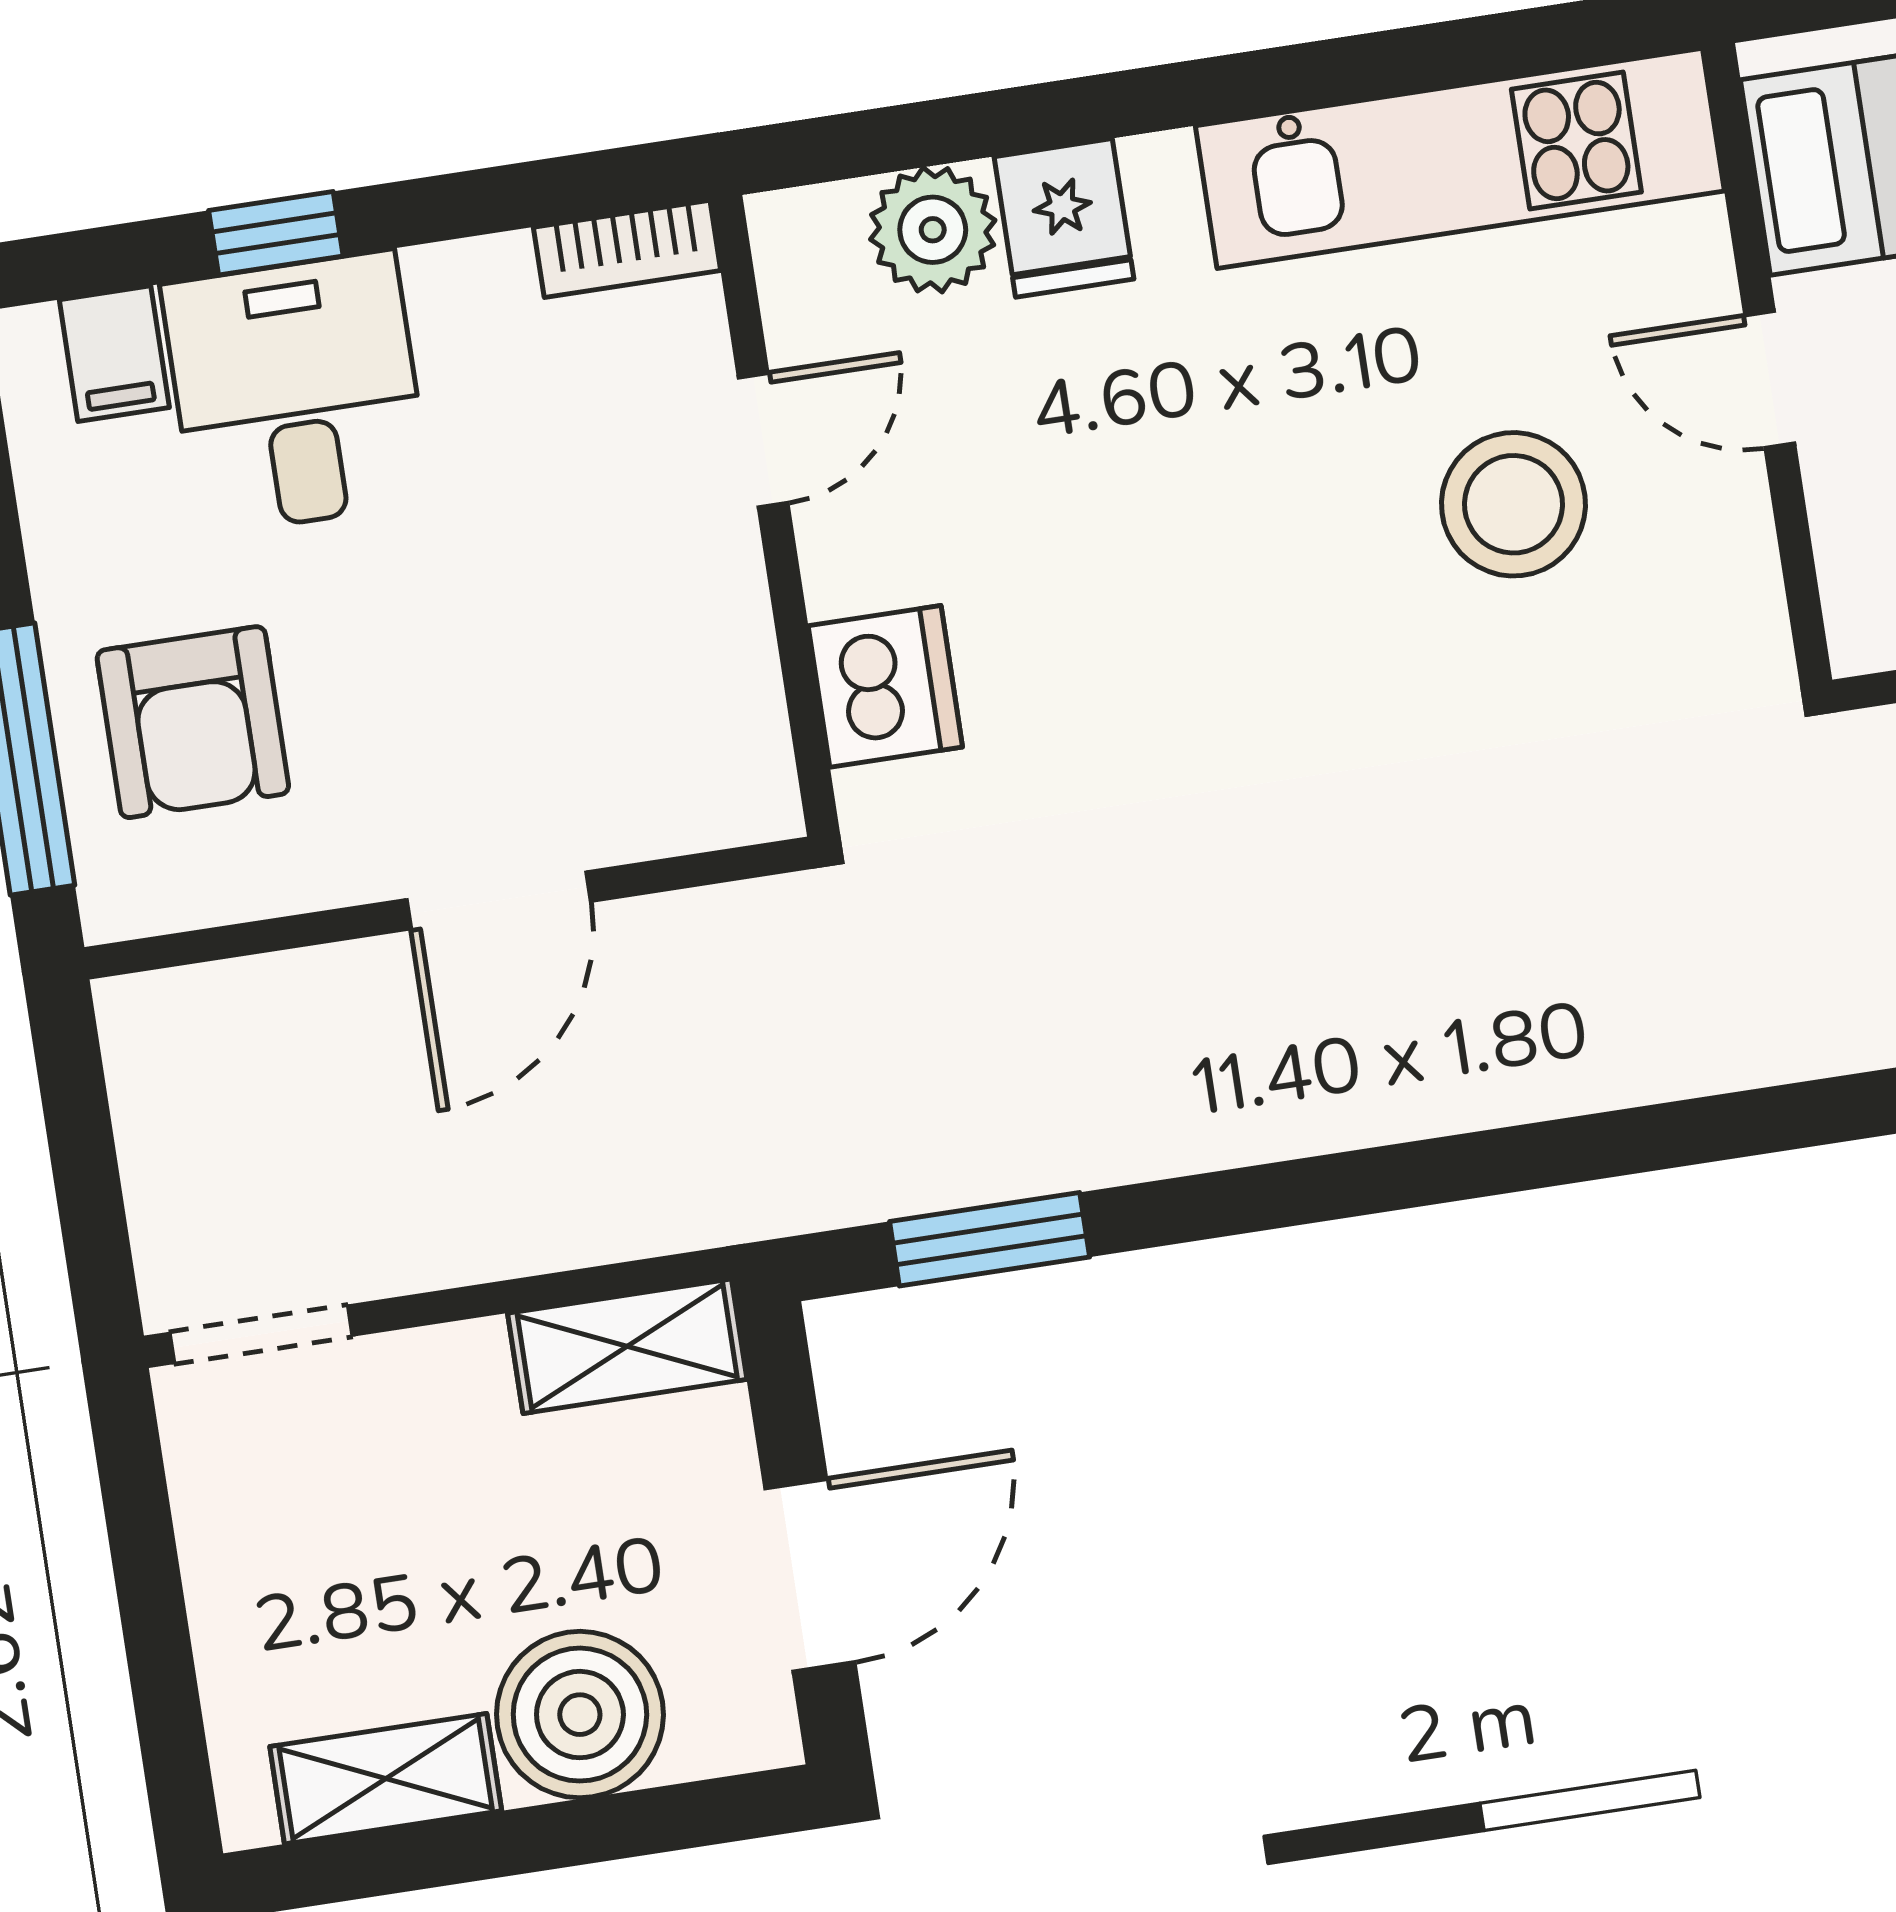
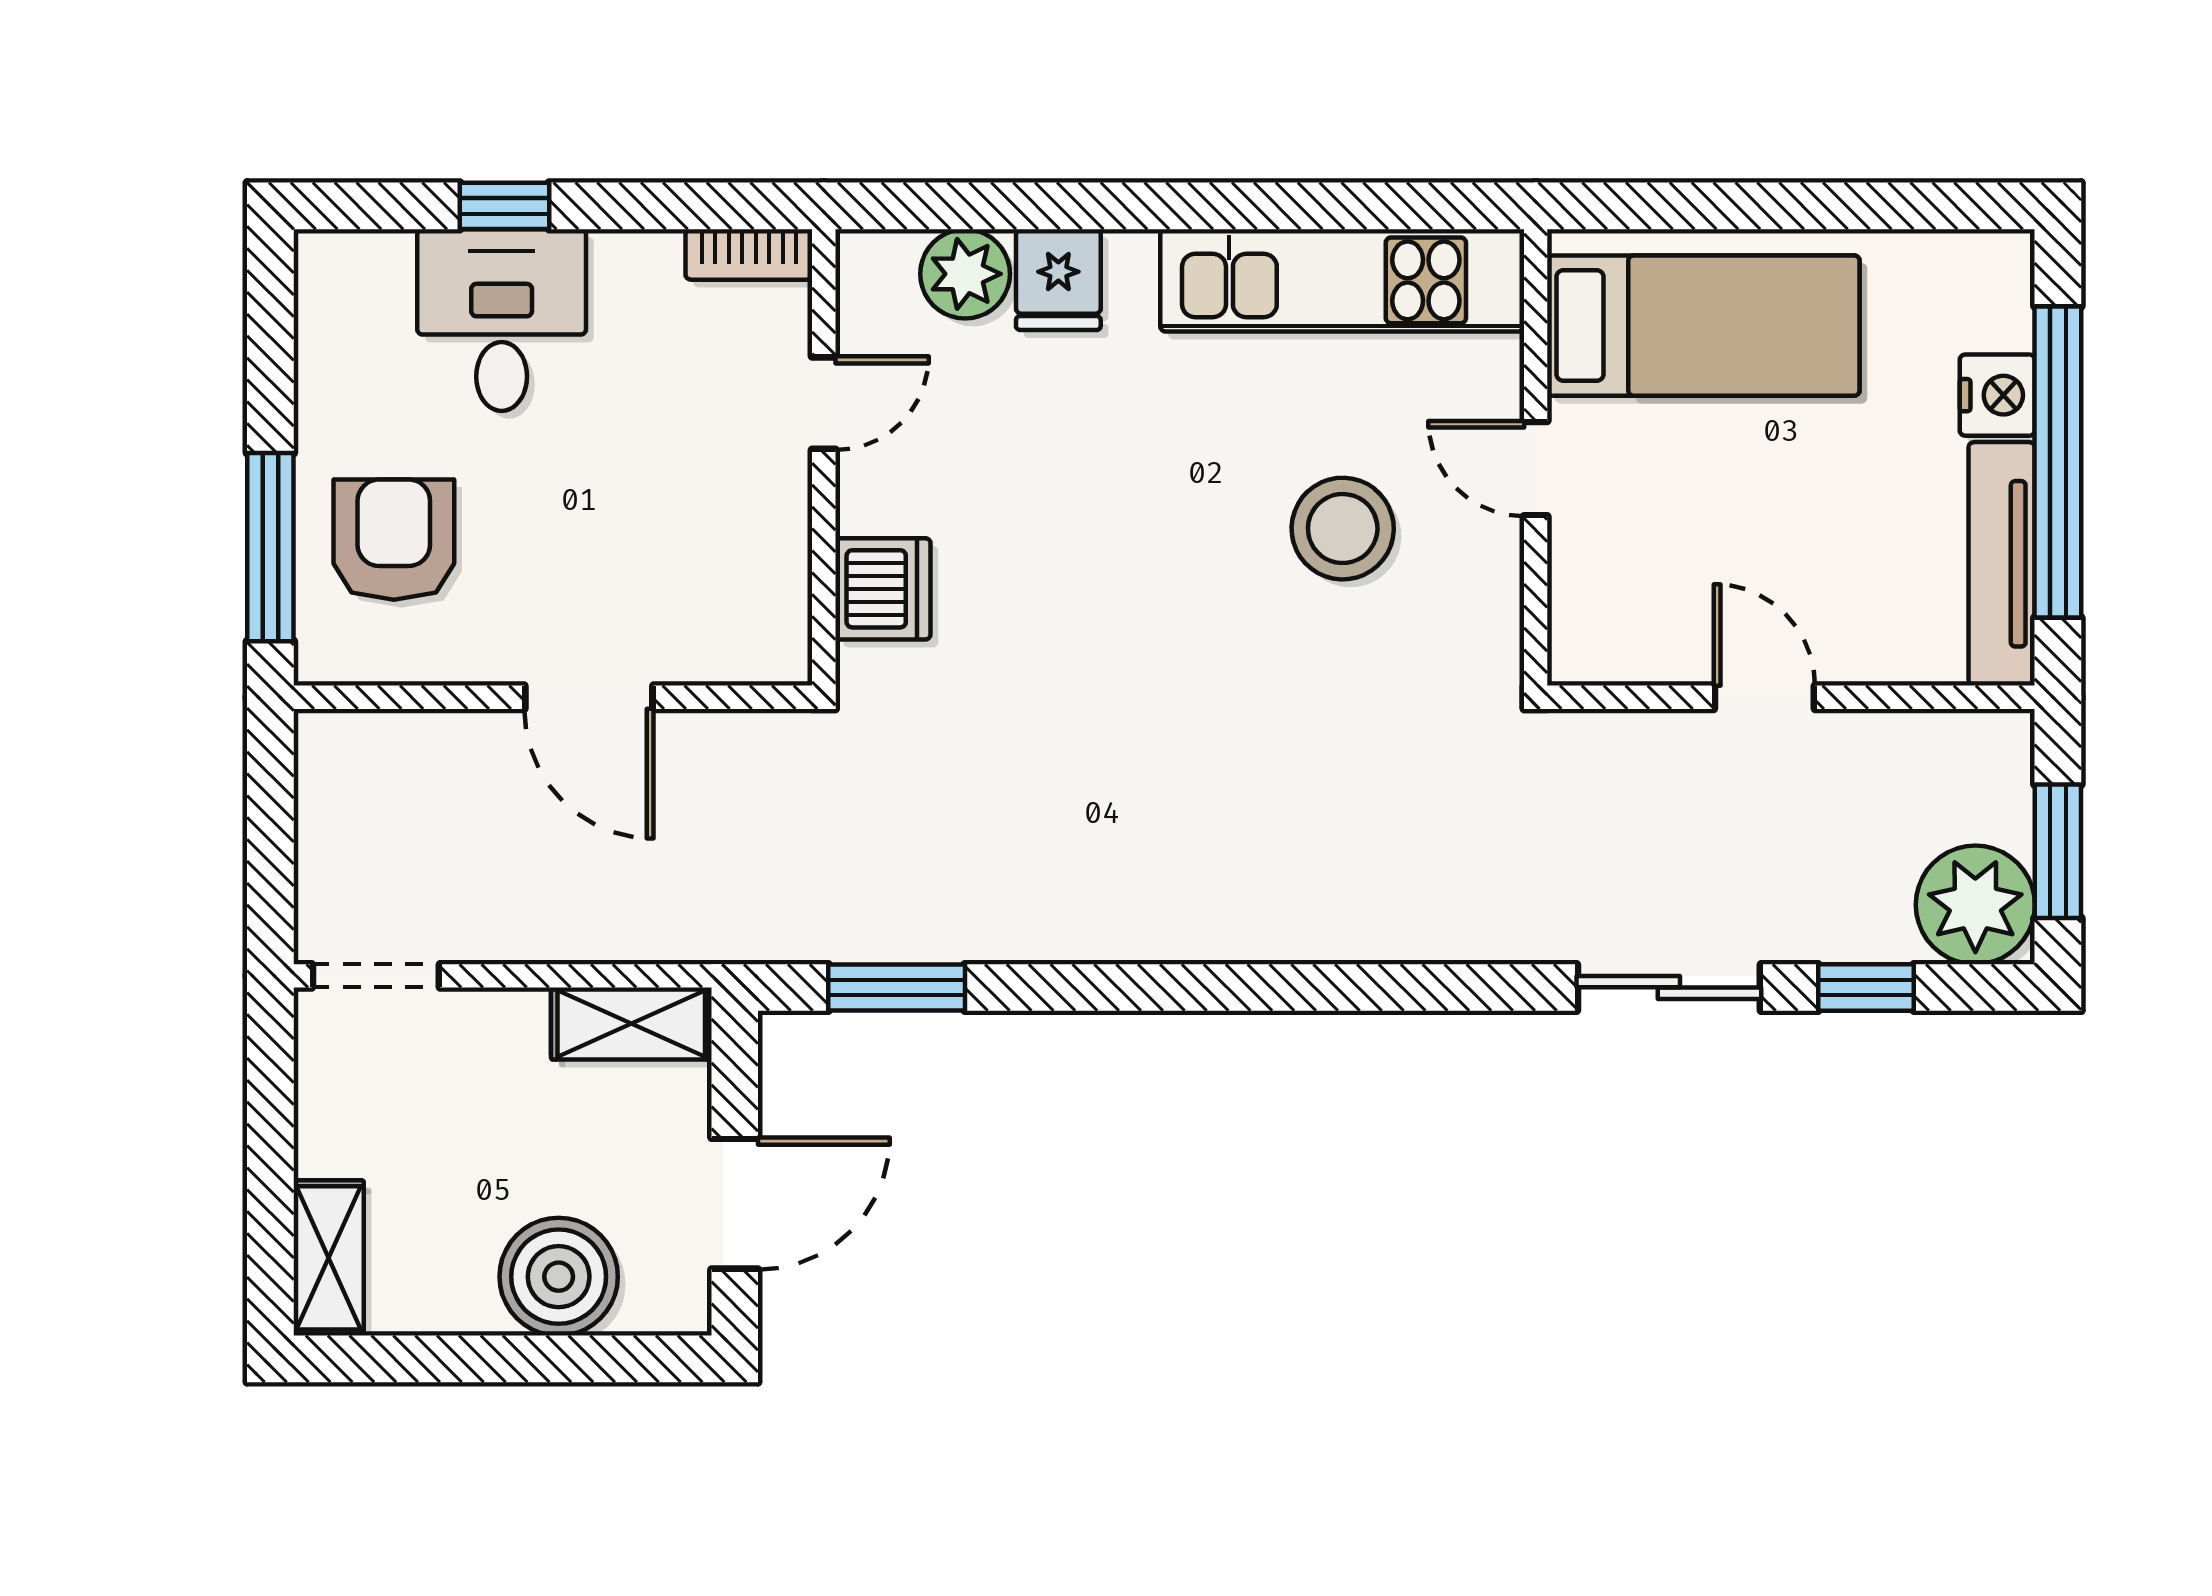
filing cabinet: (114, 354) -> (378, 273), removed
armchair: (193, 722) -> (394, 540), turned 180
door: (499, 900) -> (589, 697), hinge flipped
shelving: (386, 1779) -> (329, 1258), moved, turned 90

